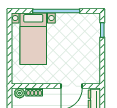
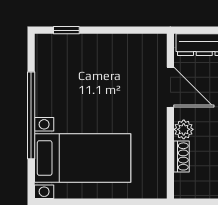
plant: (20, 93) -> (184, 129), moved

